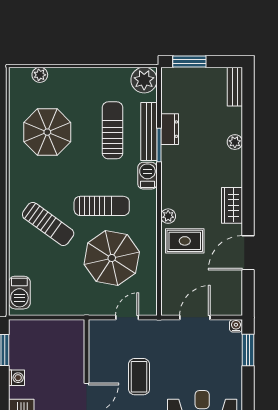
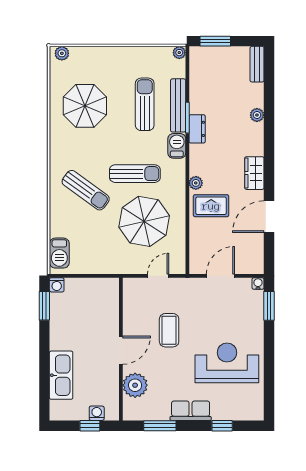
plant: (40, 75) -> (62, 53), moved
plant: (144, 80) -> (179, 53), width x0.53, depth x0.53
dresser: (170, 129) -> (197, 129), moved
washing machine: (16, 378) -> (57, 285), moved, turned 90

